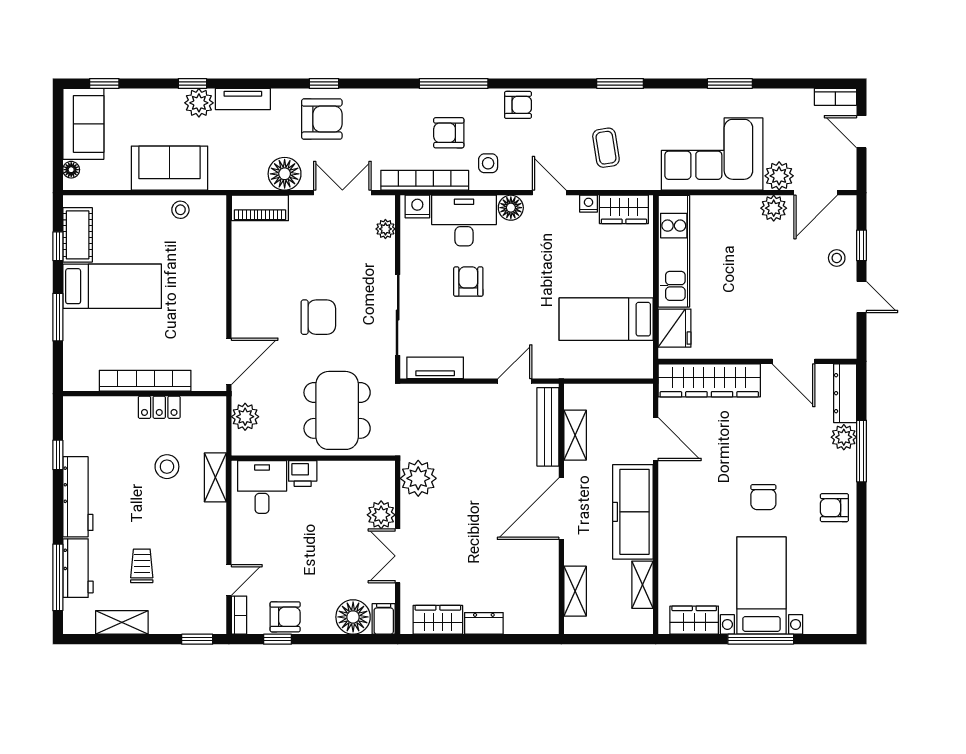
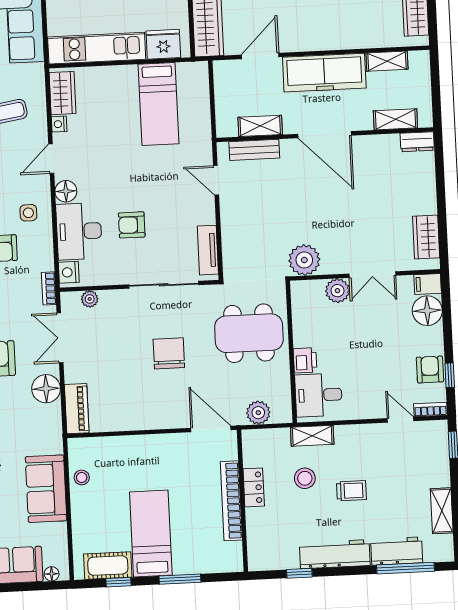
bookcase: (425, 180) -> (49, 288), width x0.43, depth x0.76
bench: (548, 427) -> (254, 150), width x0.73
trolley: (142, 566) -> (351, 491), moved, turned 180
dresser: (484, 623) -> (417, 142), moved, turned -90

